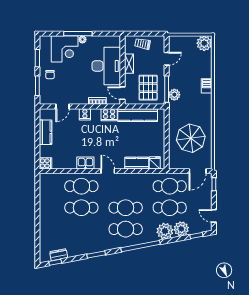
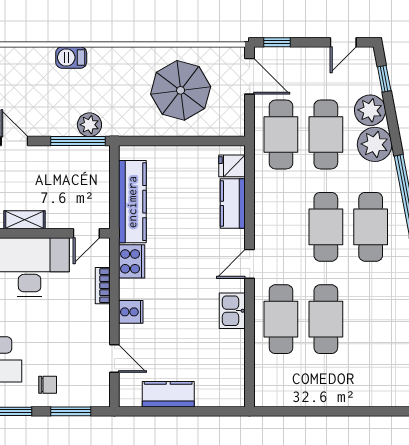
pallet: (148, 88) -> (75, 180), removed
cooker: (45, 163) -> (233, 394), removed

